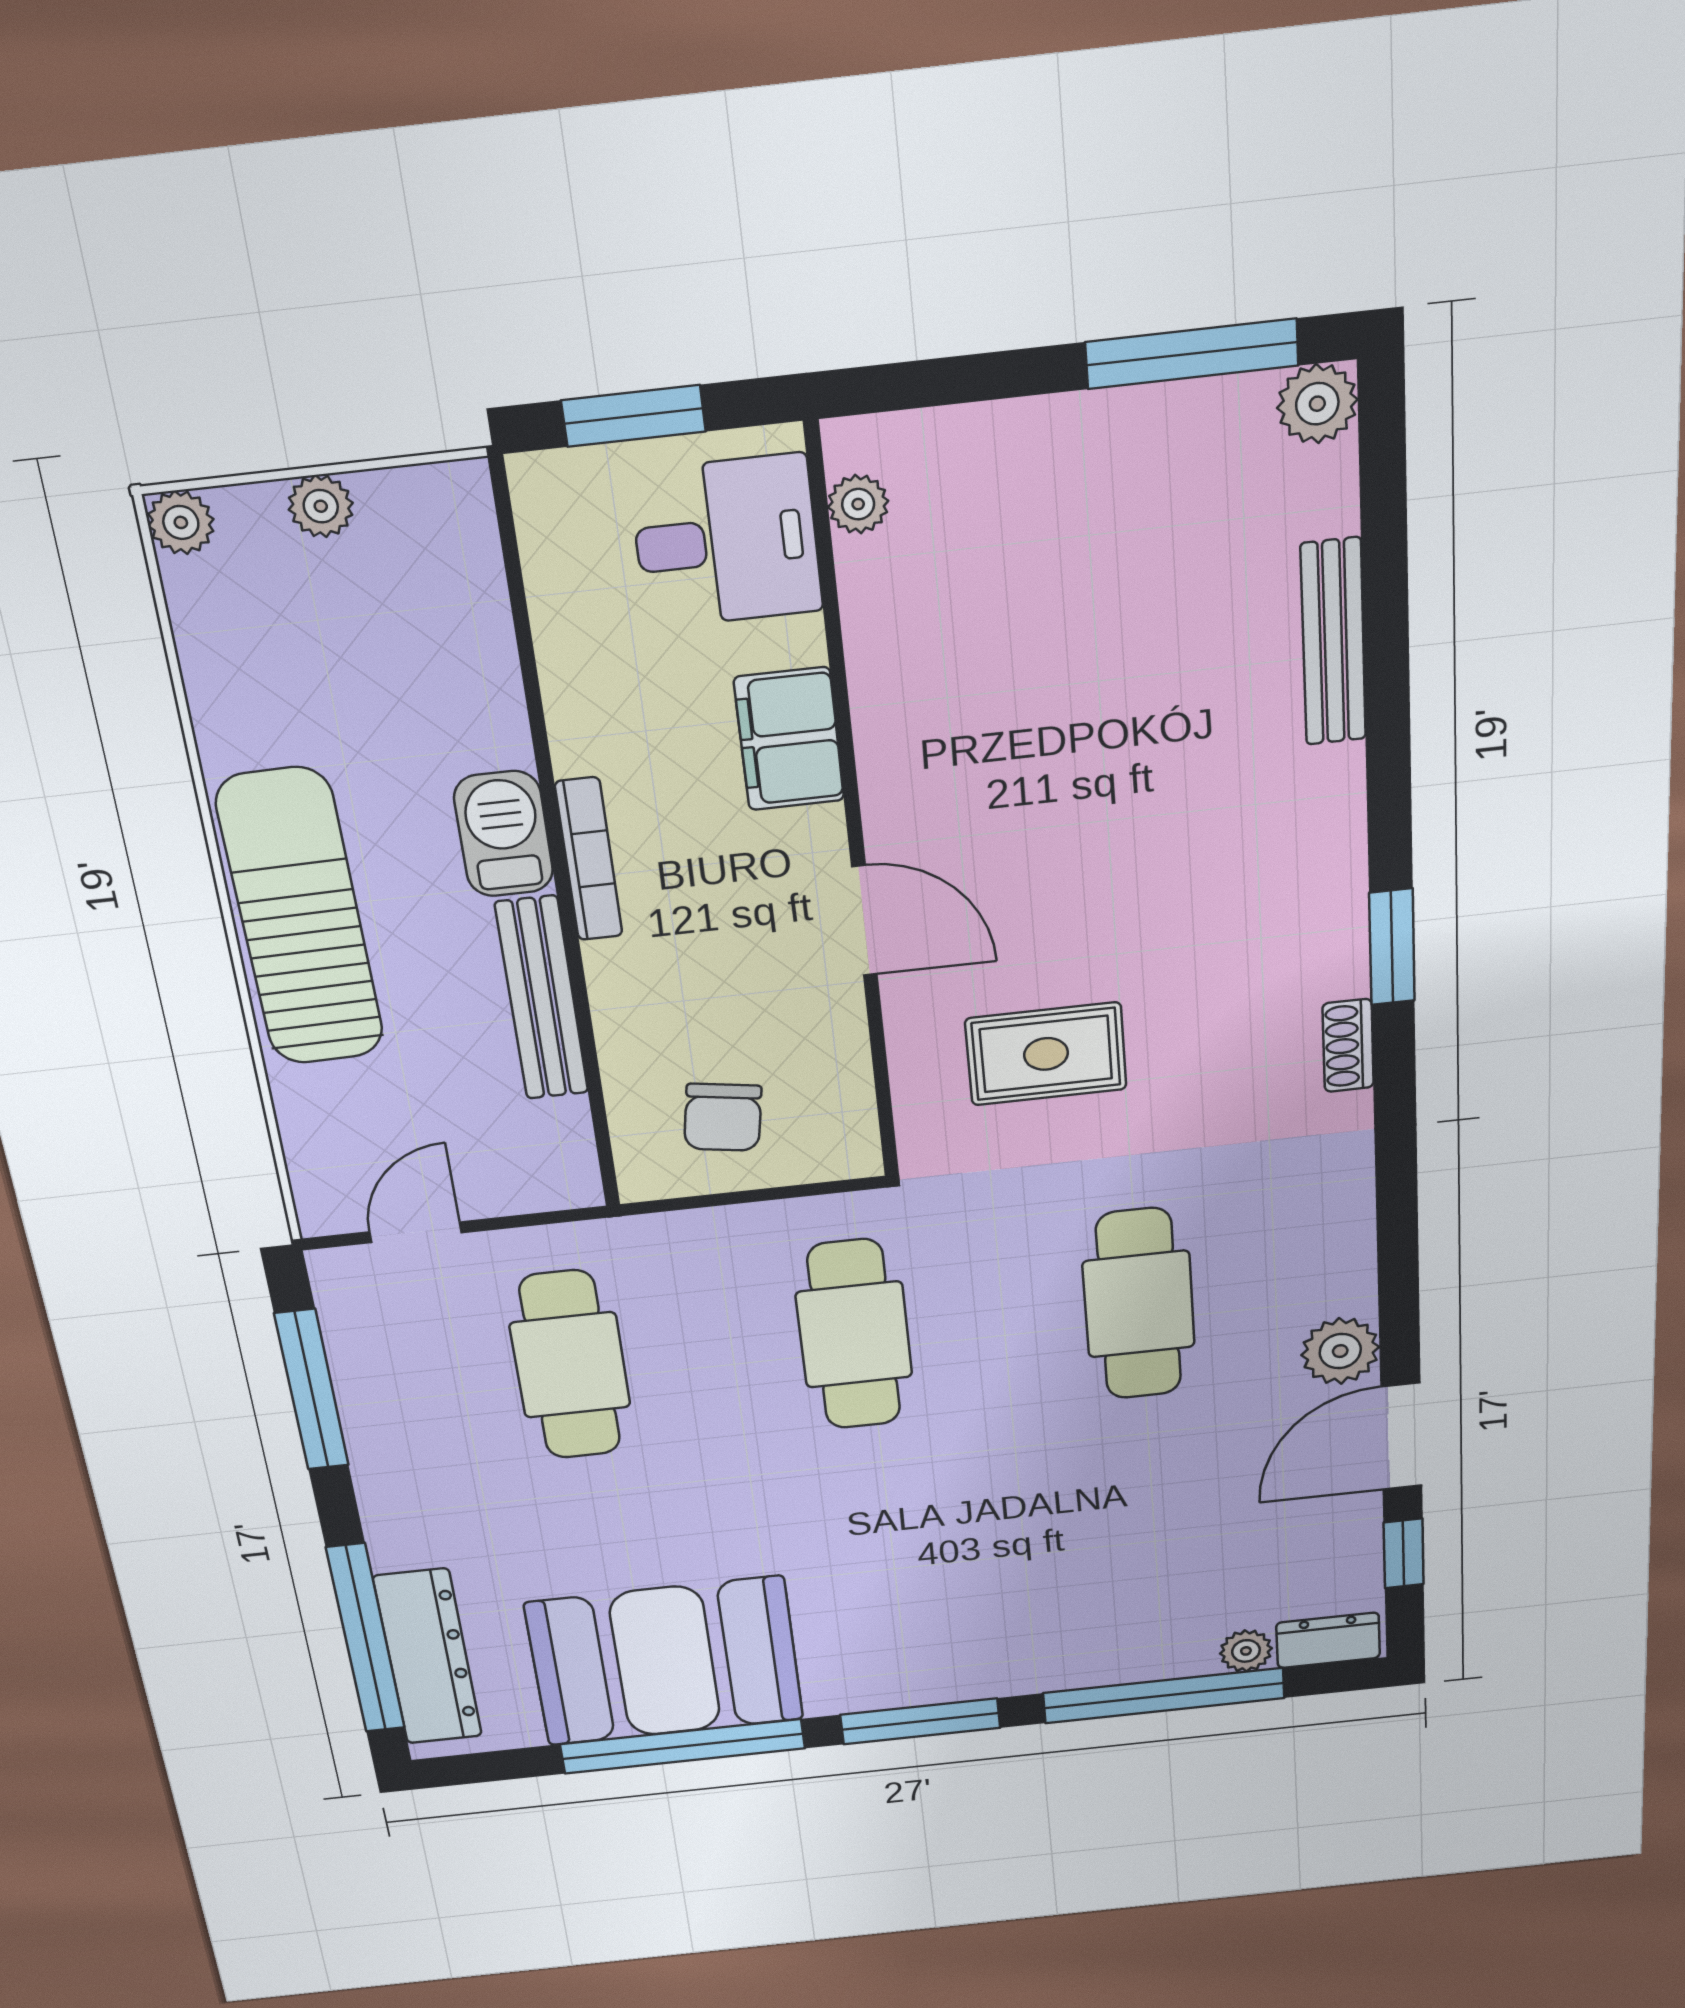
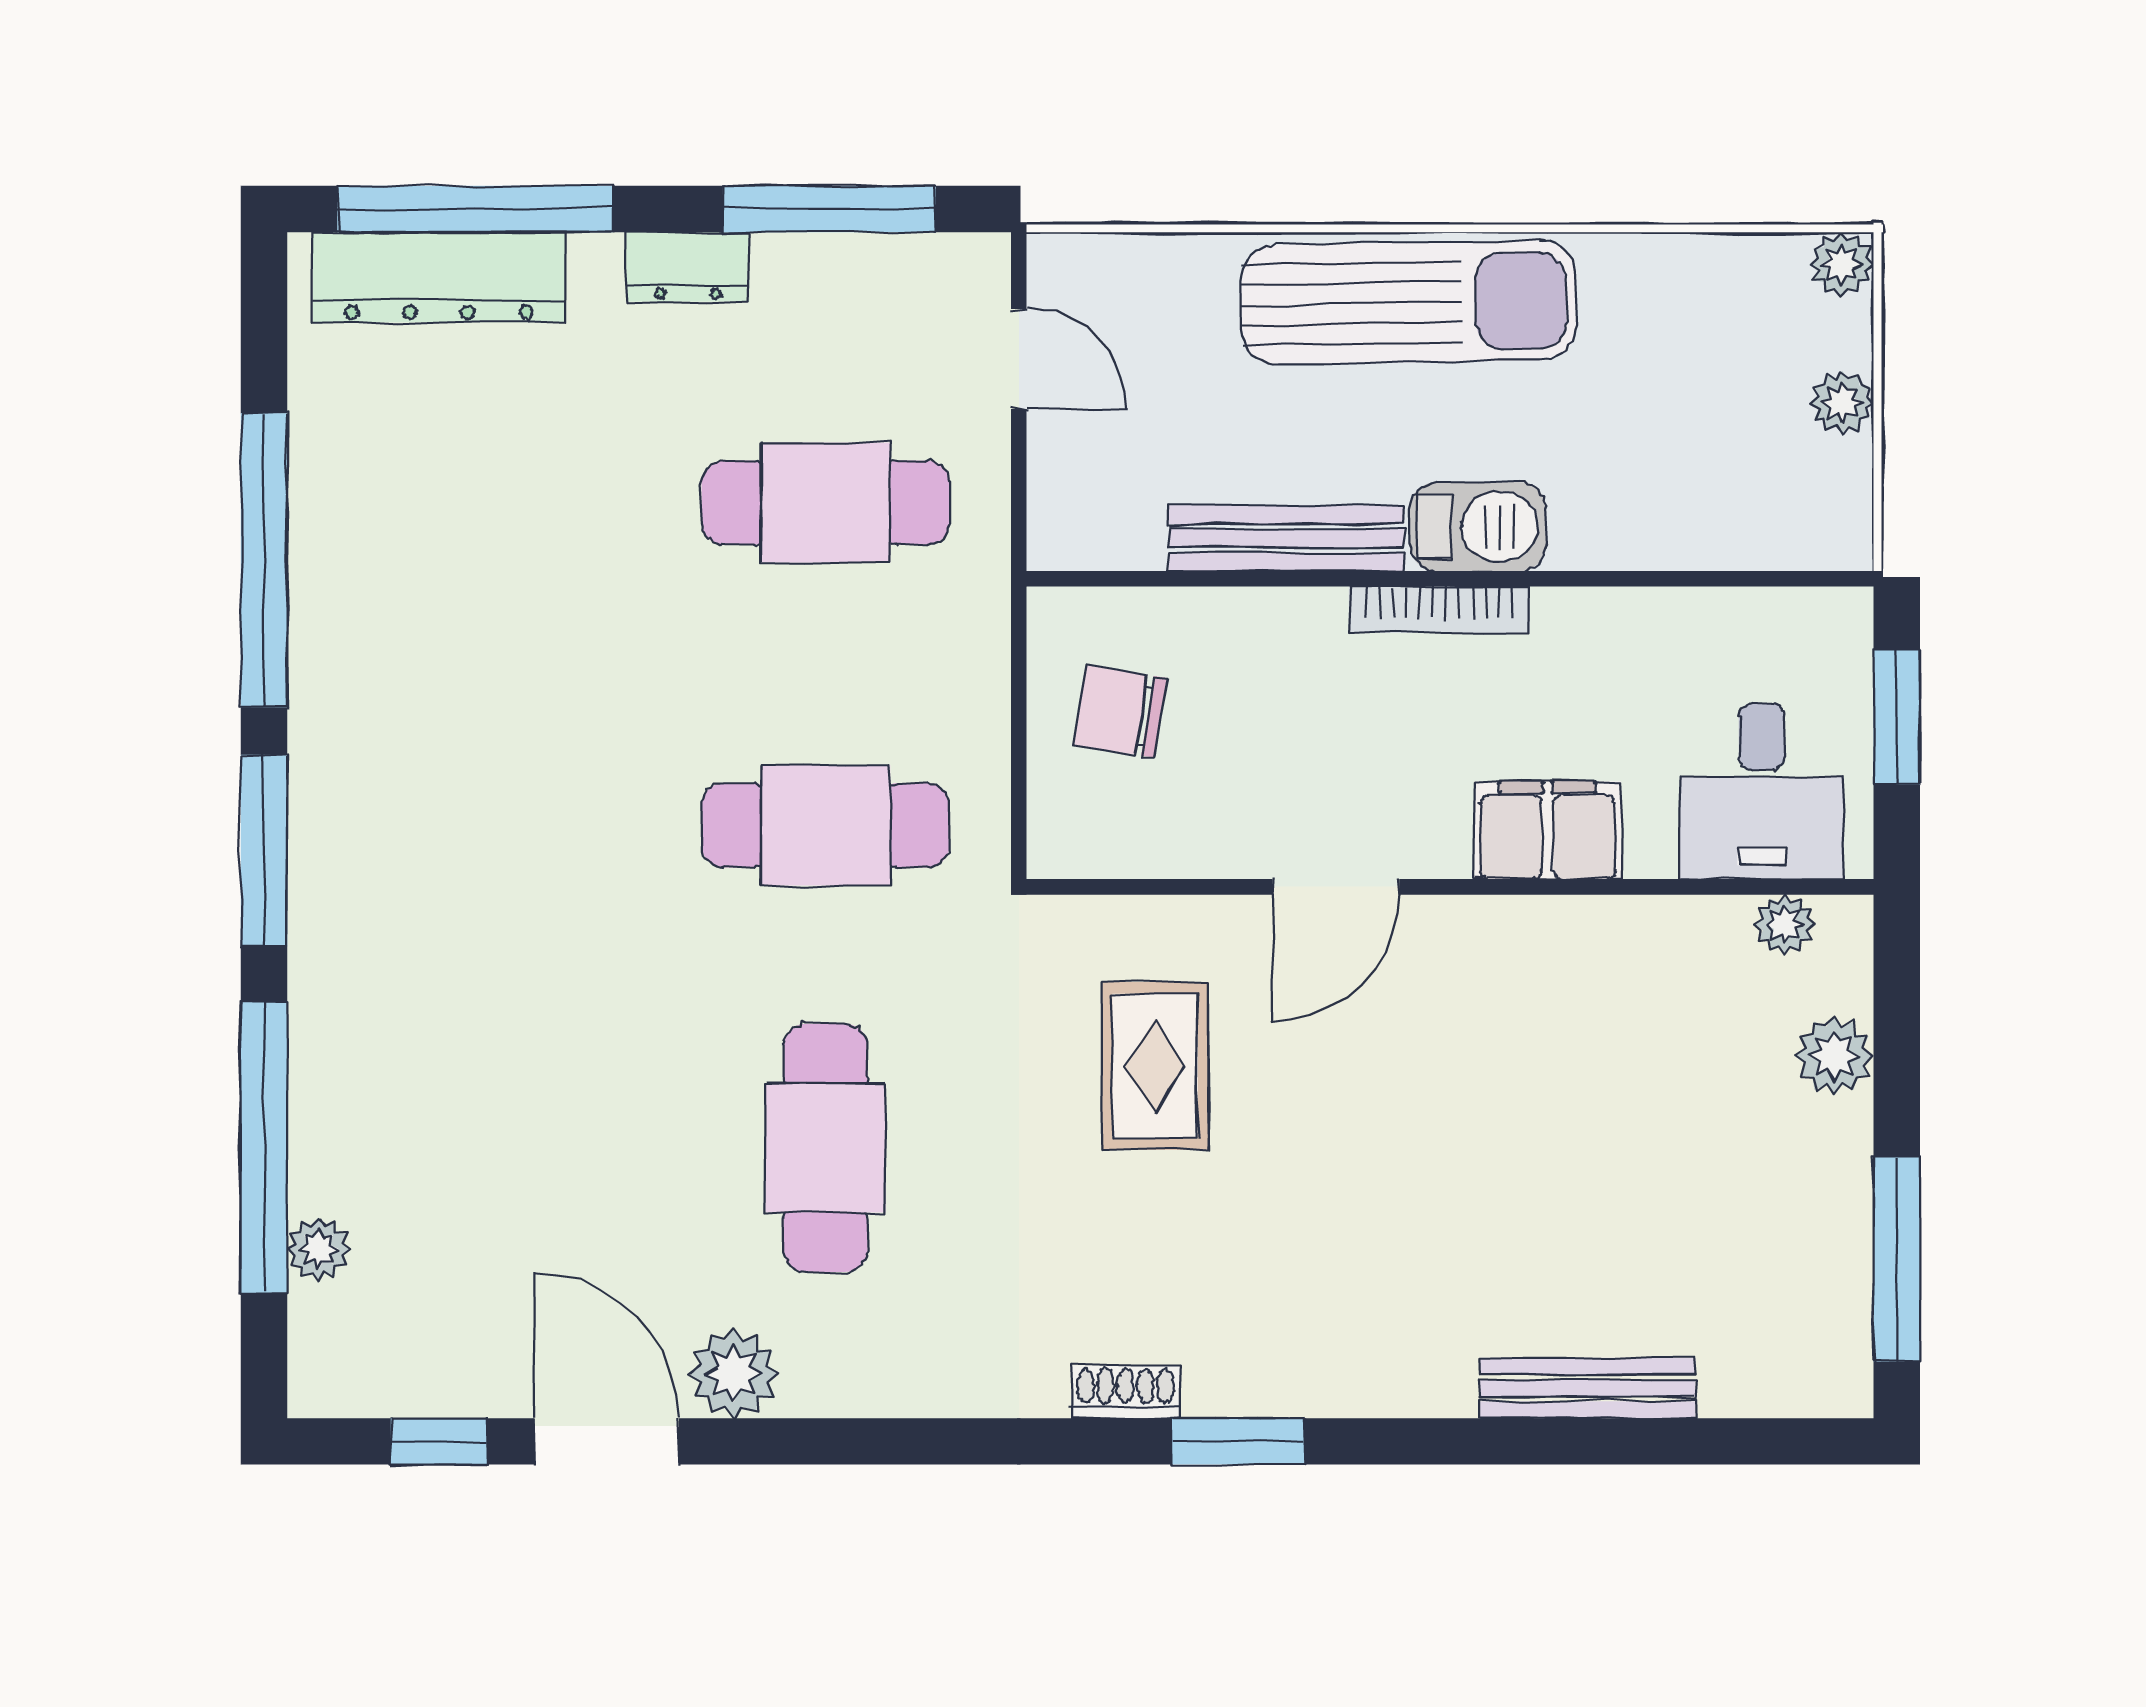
plant: (1317, 404) -> (1834, 1056), moved
cafe table: (1139, 1304) -> (826, 1148), turned 90
dresser: (1328, 1640) -> (688, 267), moved, turned 90
booth: (665, 1661) -> (395, 555), removed

